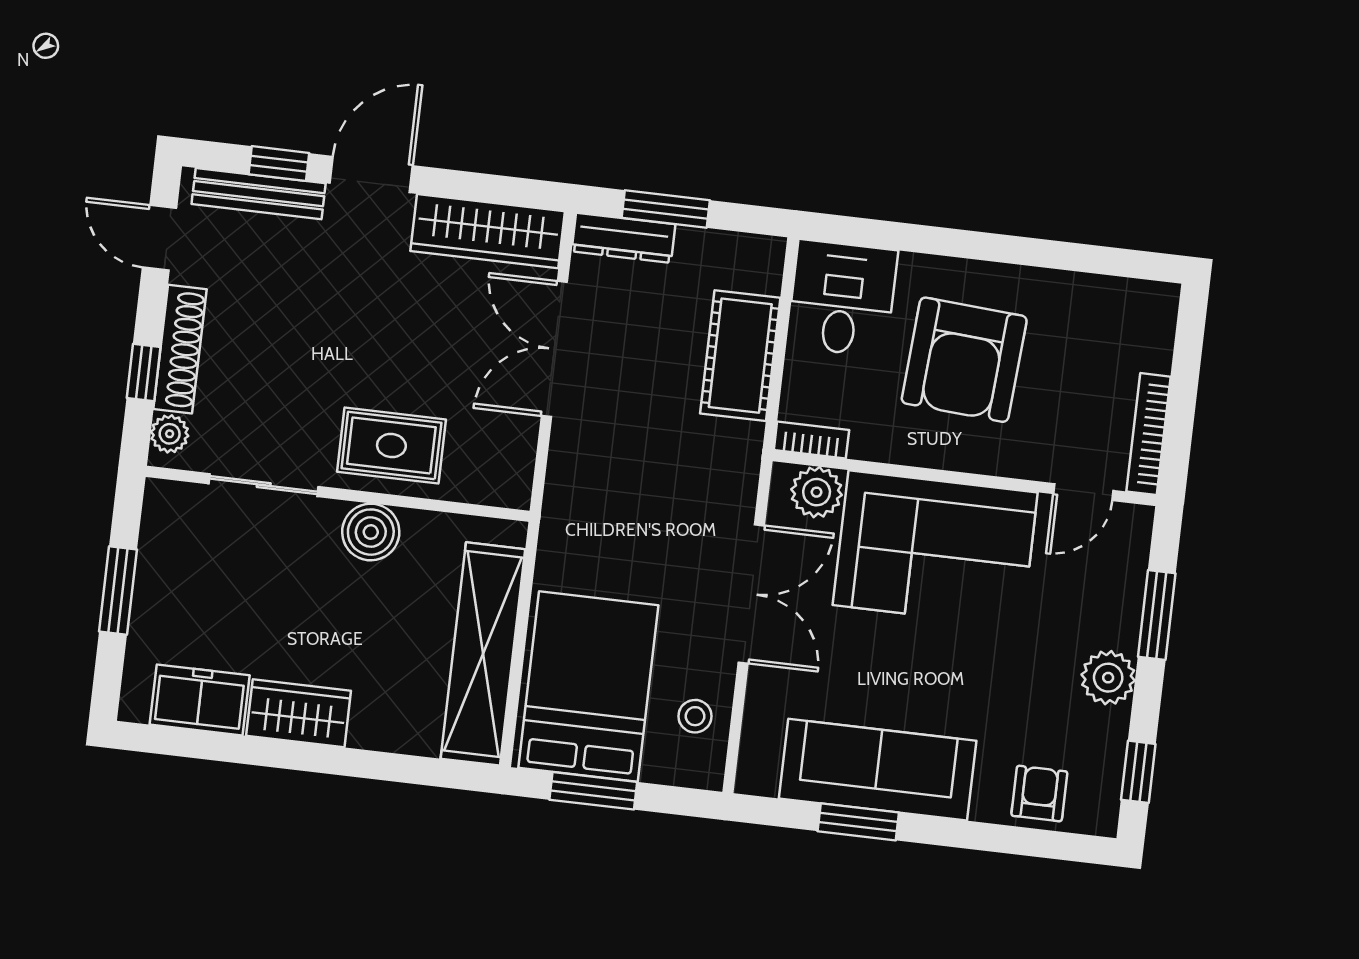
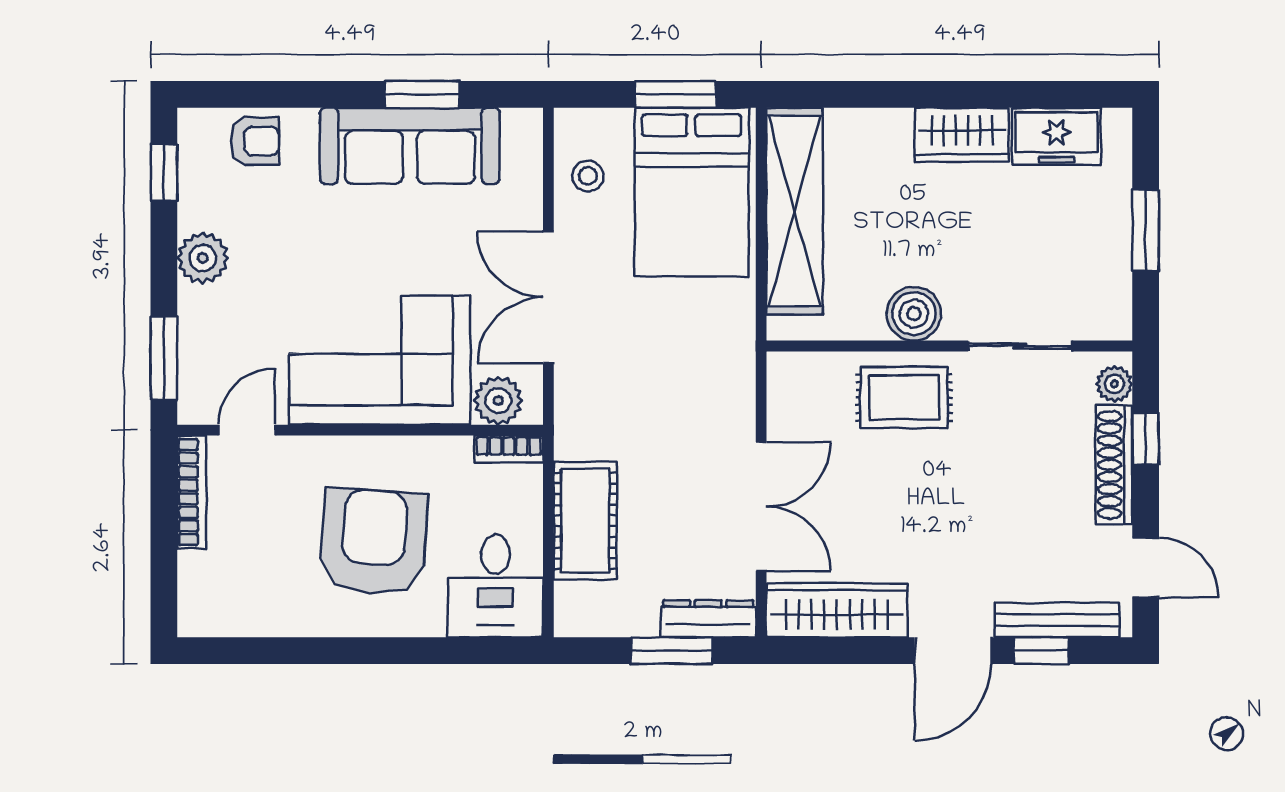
window: (1157, 615) -> (164, 358), moved
armchair: (1039, 794) -> (255, 141), turned -90

